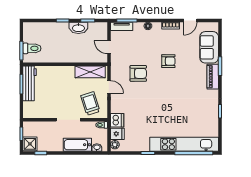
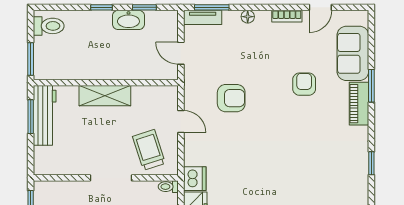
toilet: (32, 48) -> (49, 26), moved
armchair: (168, 61) -> (304, 84), moved, turned -90
shelving: (90, 72) -> (105, 96), moved

